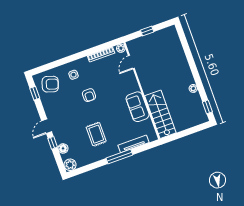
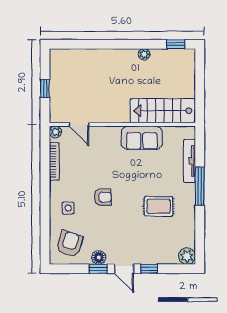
window: (35, 93) -> (98, 269), moved
floor lamp: (63, 148) -> (99, 258), moved

